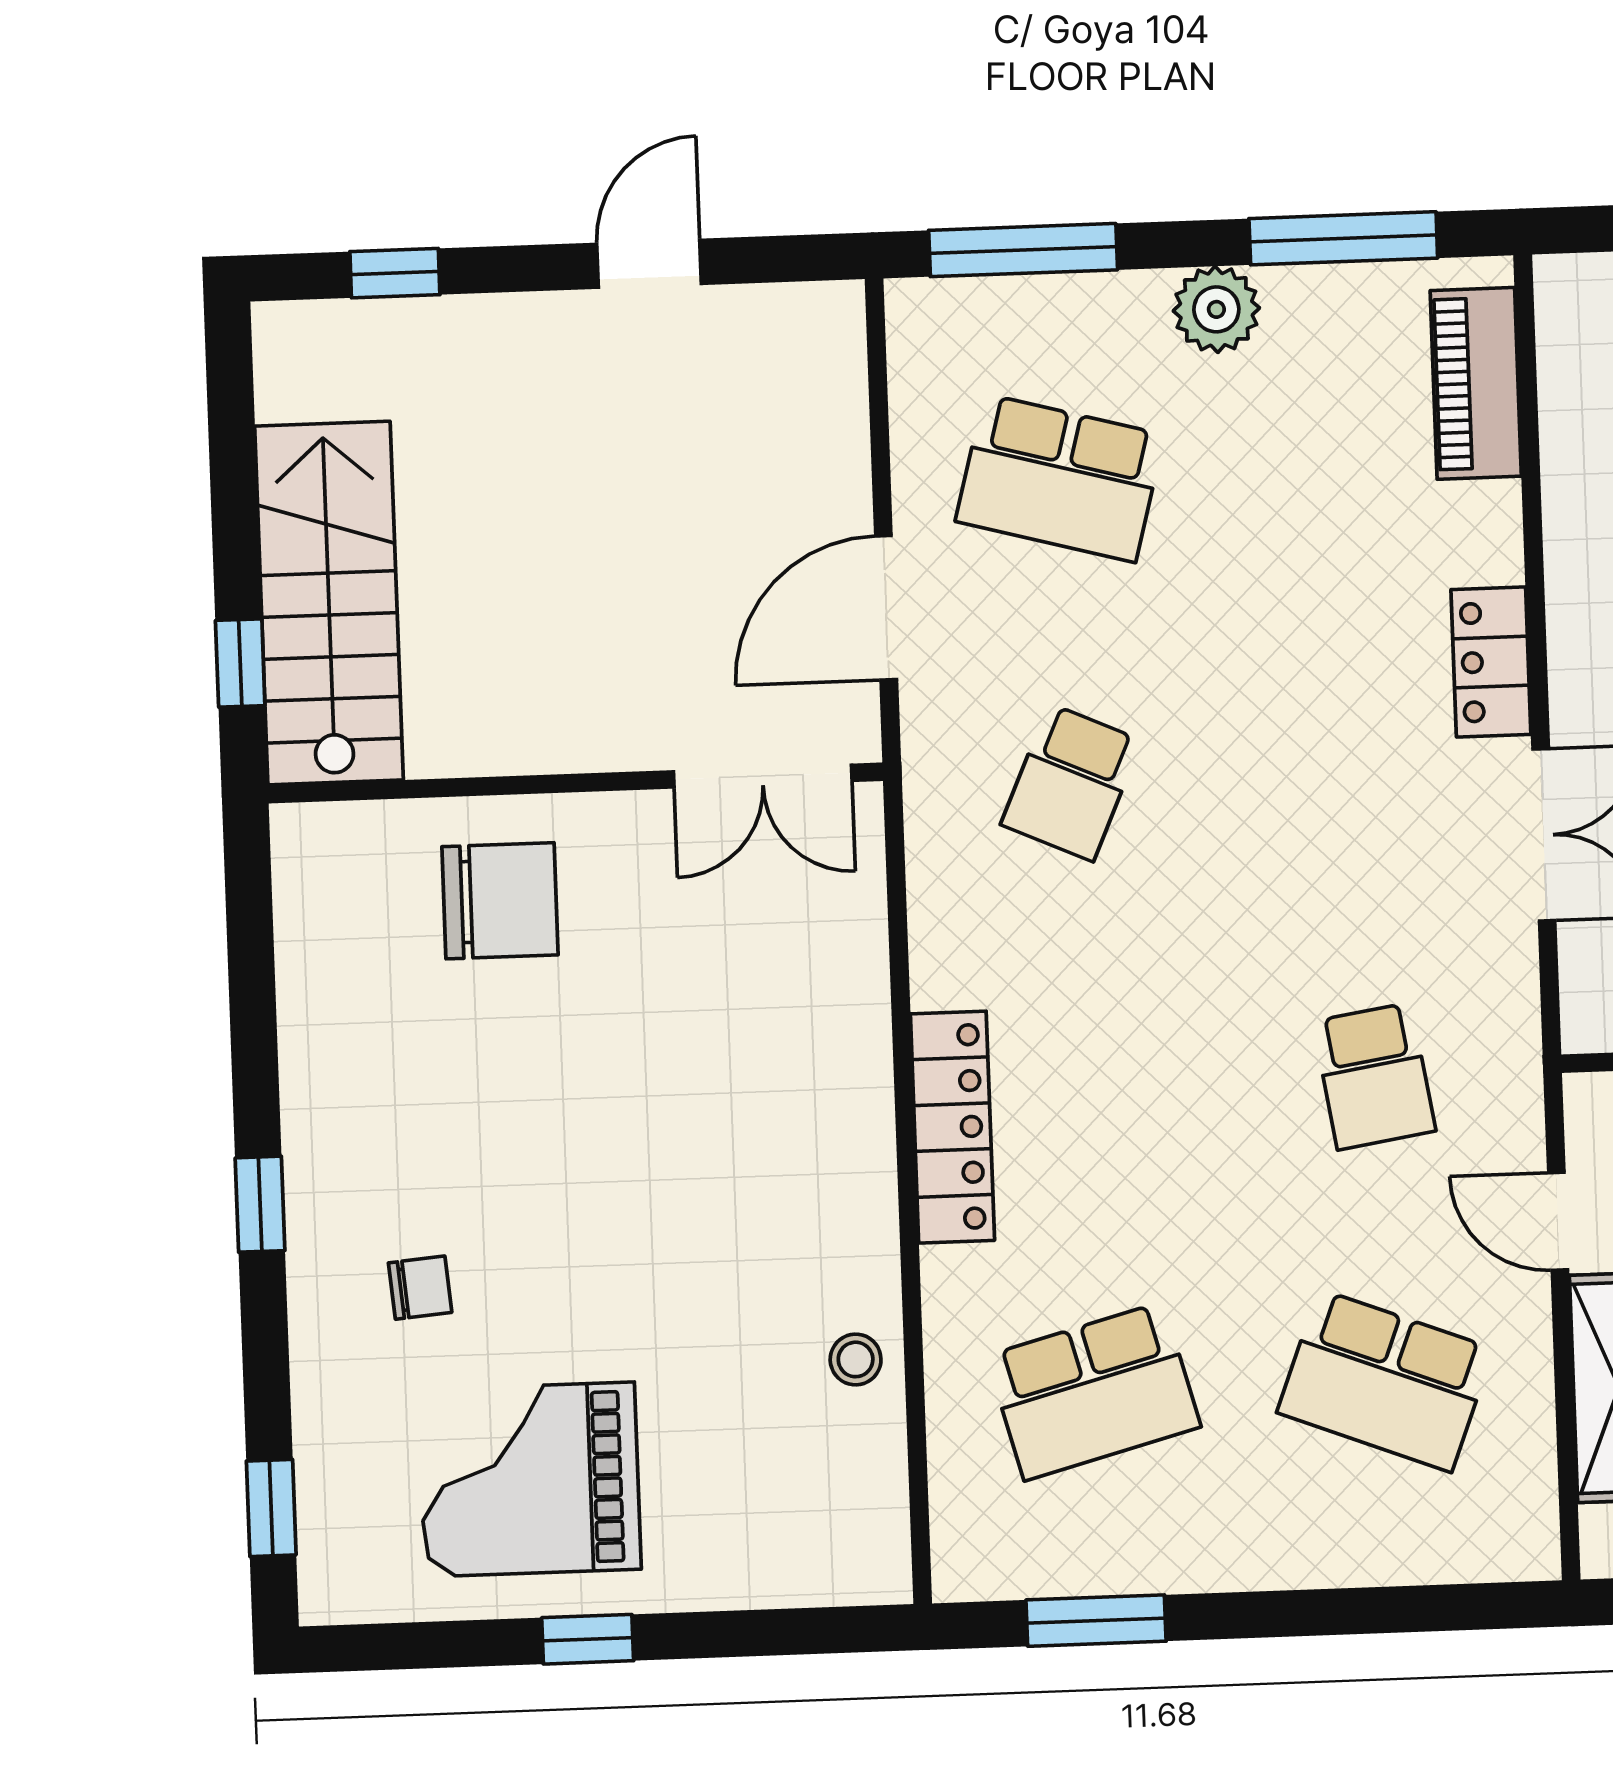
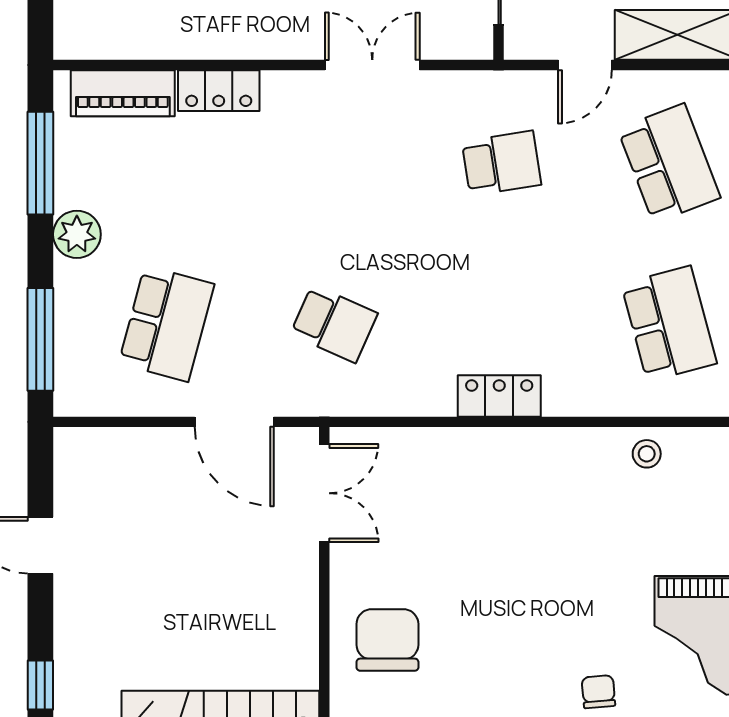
locker: (1491, 662) -> (219, 91), moved
locker: (952, 1127) -> (499, 396), width x0.66
school desk: (1385, 1381) -> (669, 163), turned -42

